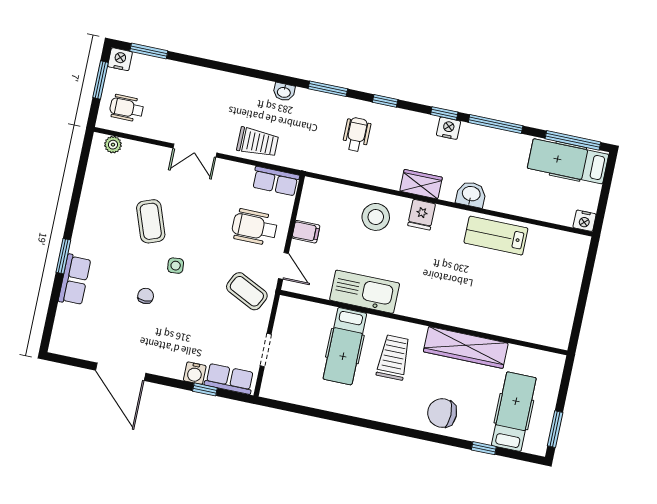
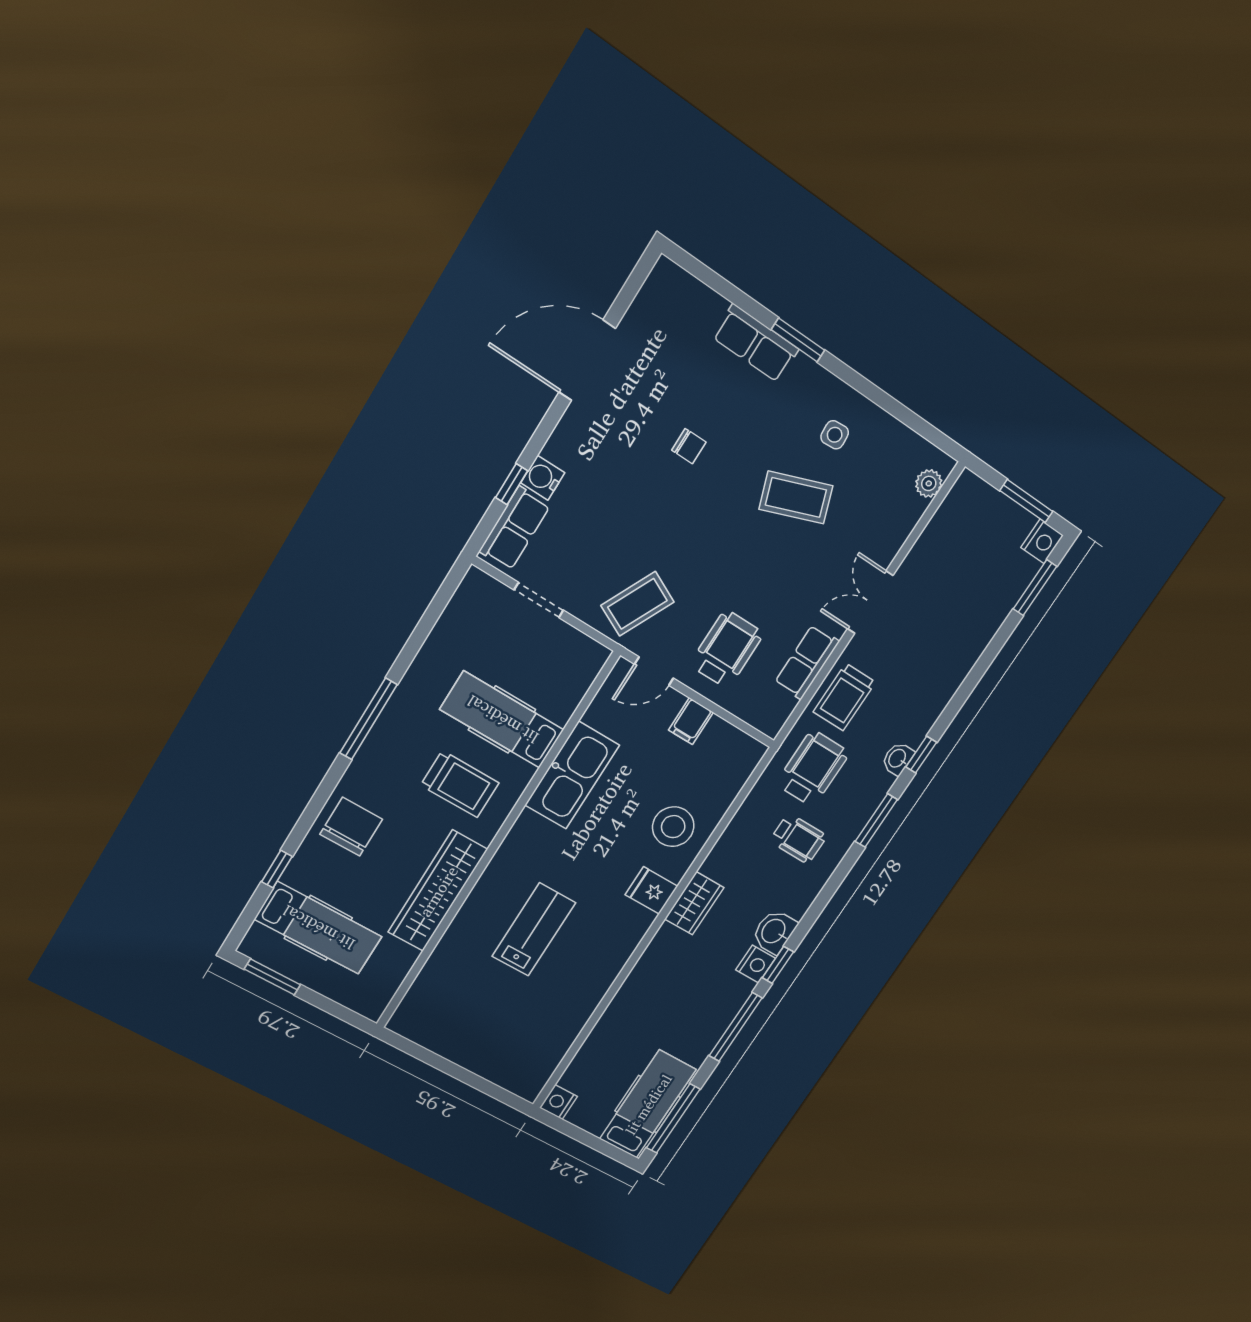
window: (385, 101) -> (921, 755), moved
wheelchair: (127, 108) -> (813, 768), moved, width x1.36, depth x1.37
row of seats: (276, 181) -> (807, 662), moved
washbasin: (471, 194) -> (774, 932), moved, turned 180
lab bench: (496, 236) -> (534, 930), moved
side table: (176, 266) -> (835, 435), moved
window: (372, 425) -> (368, 719), added

